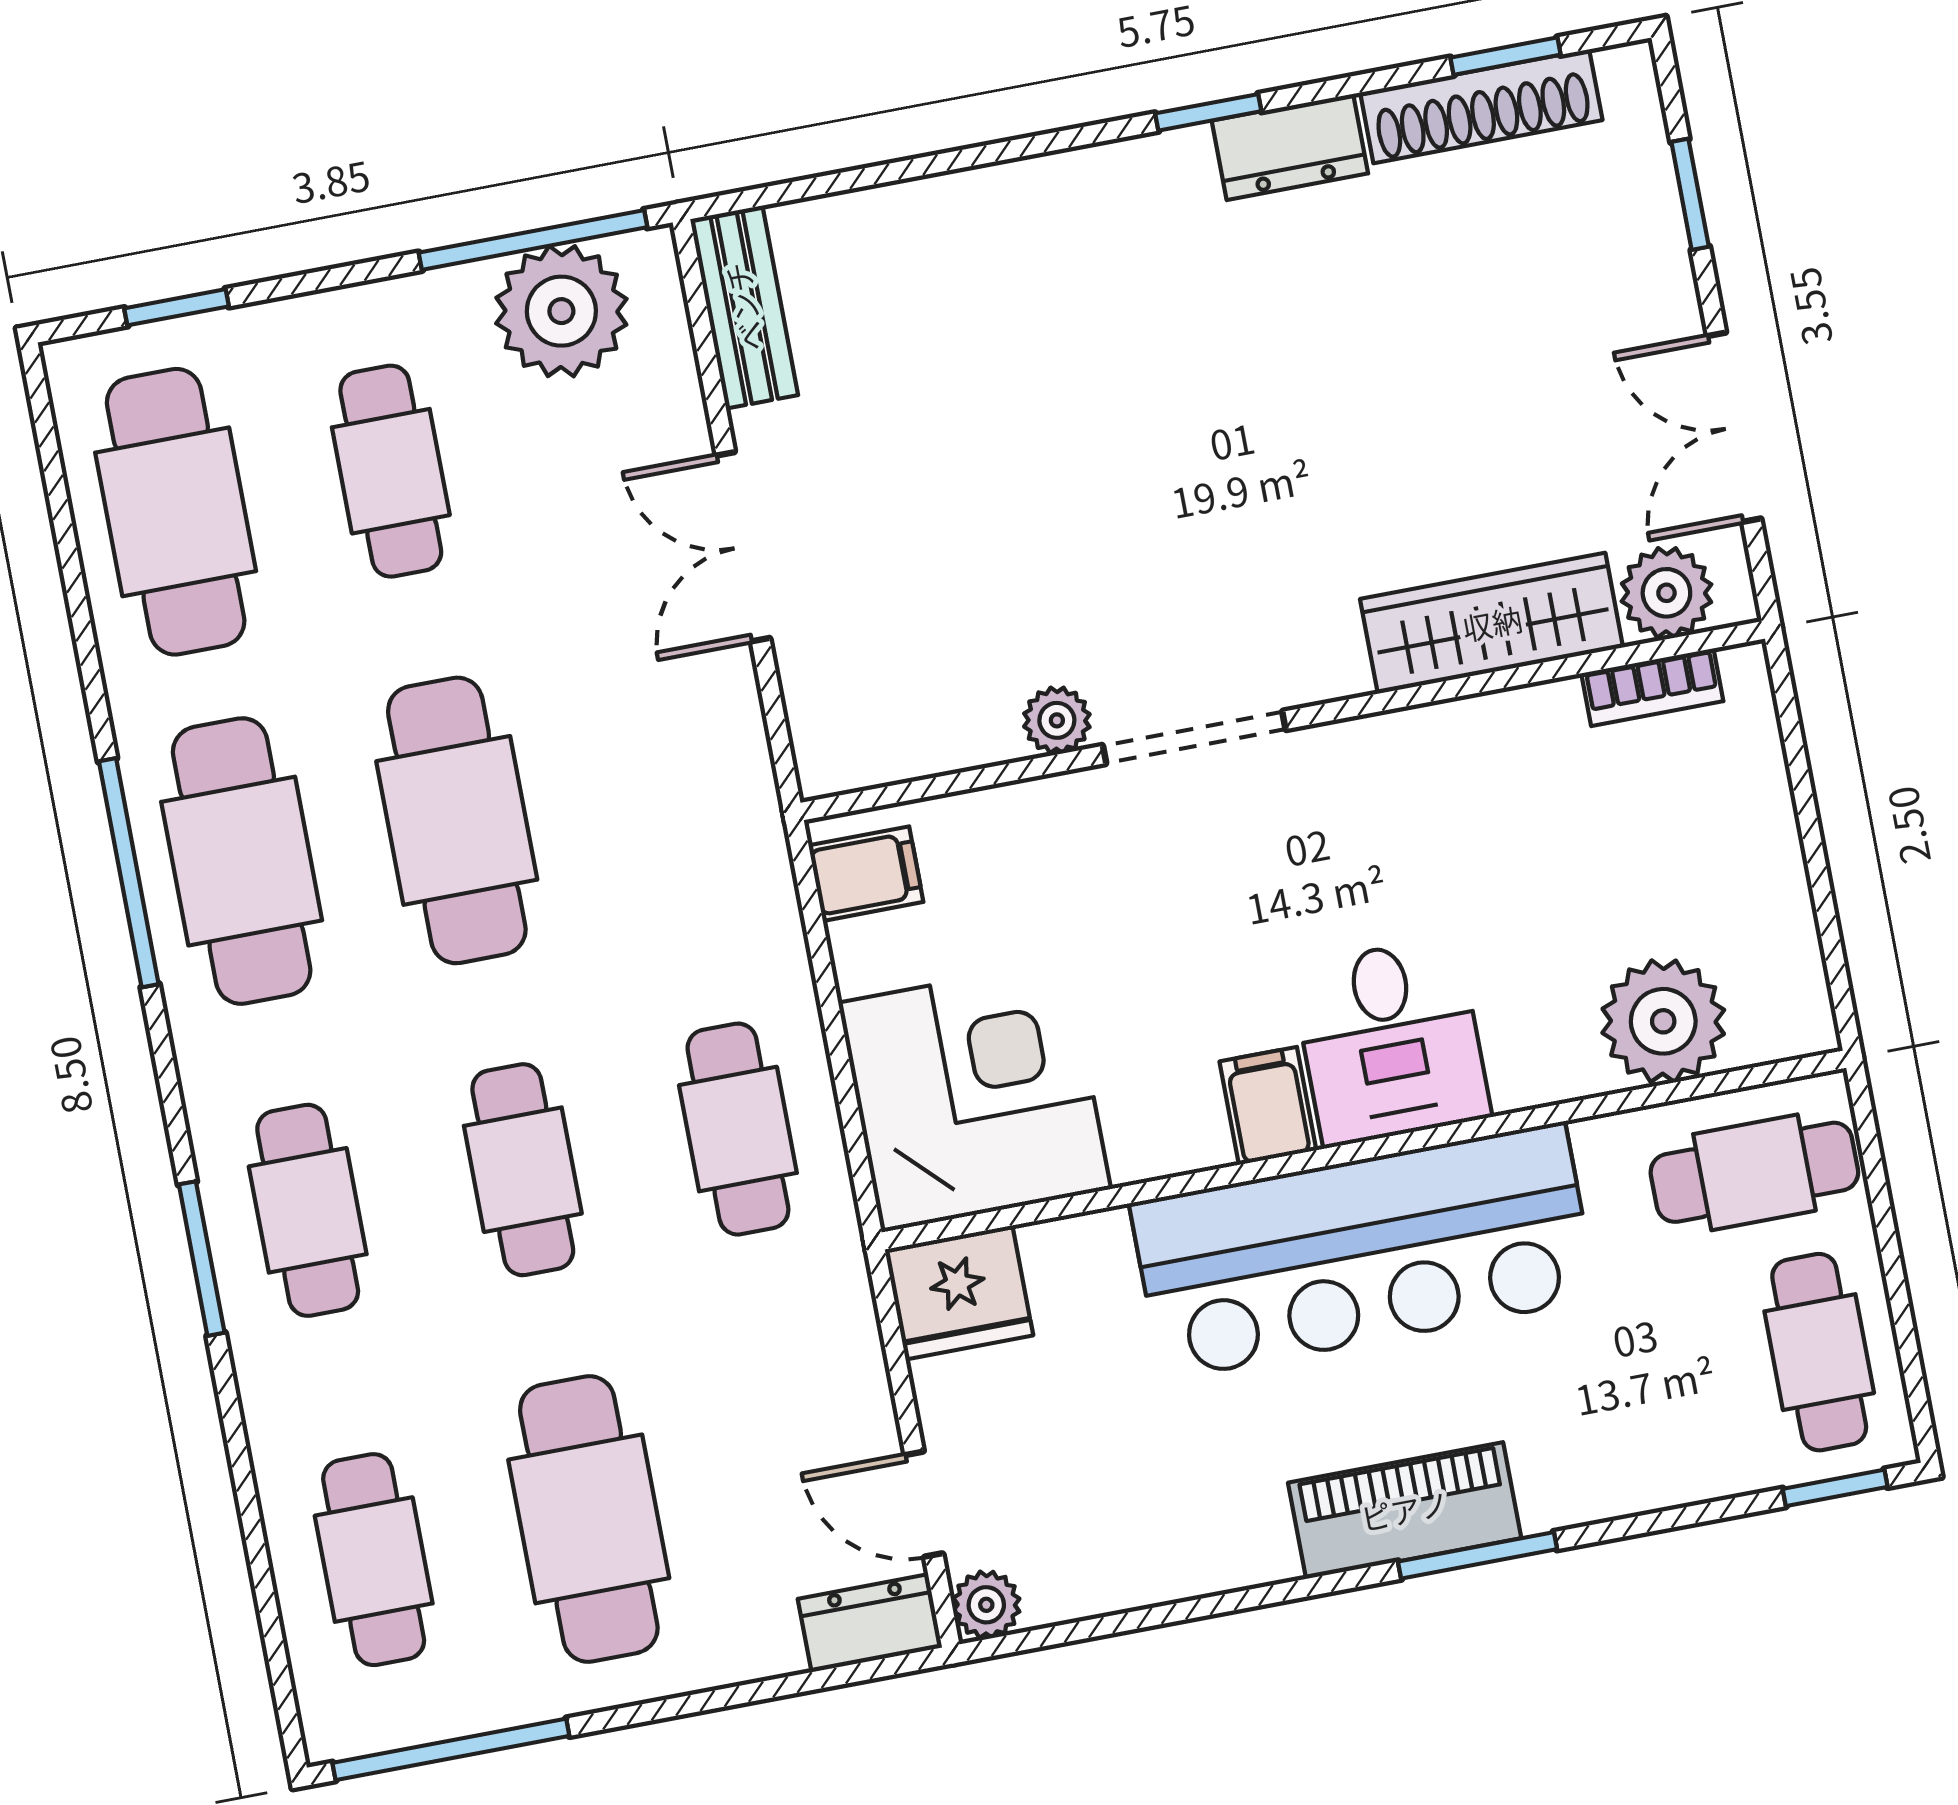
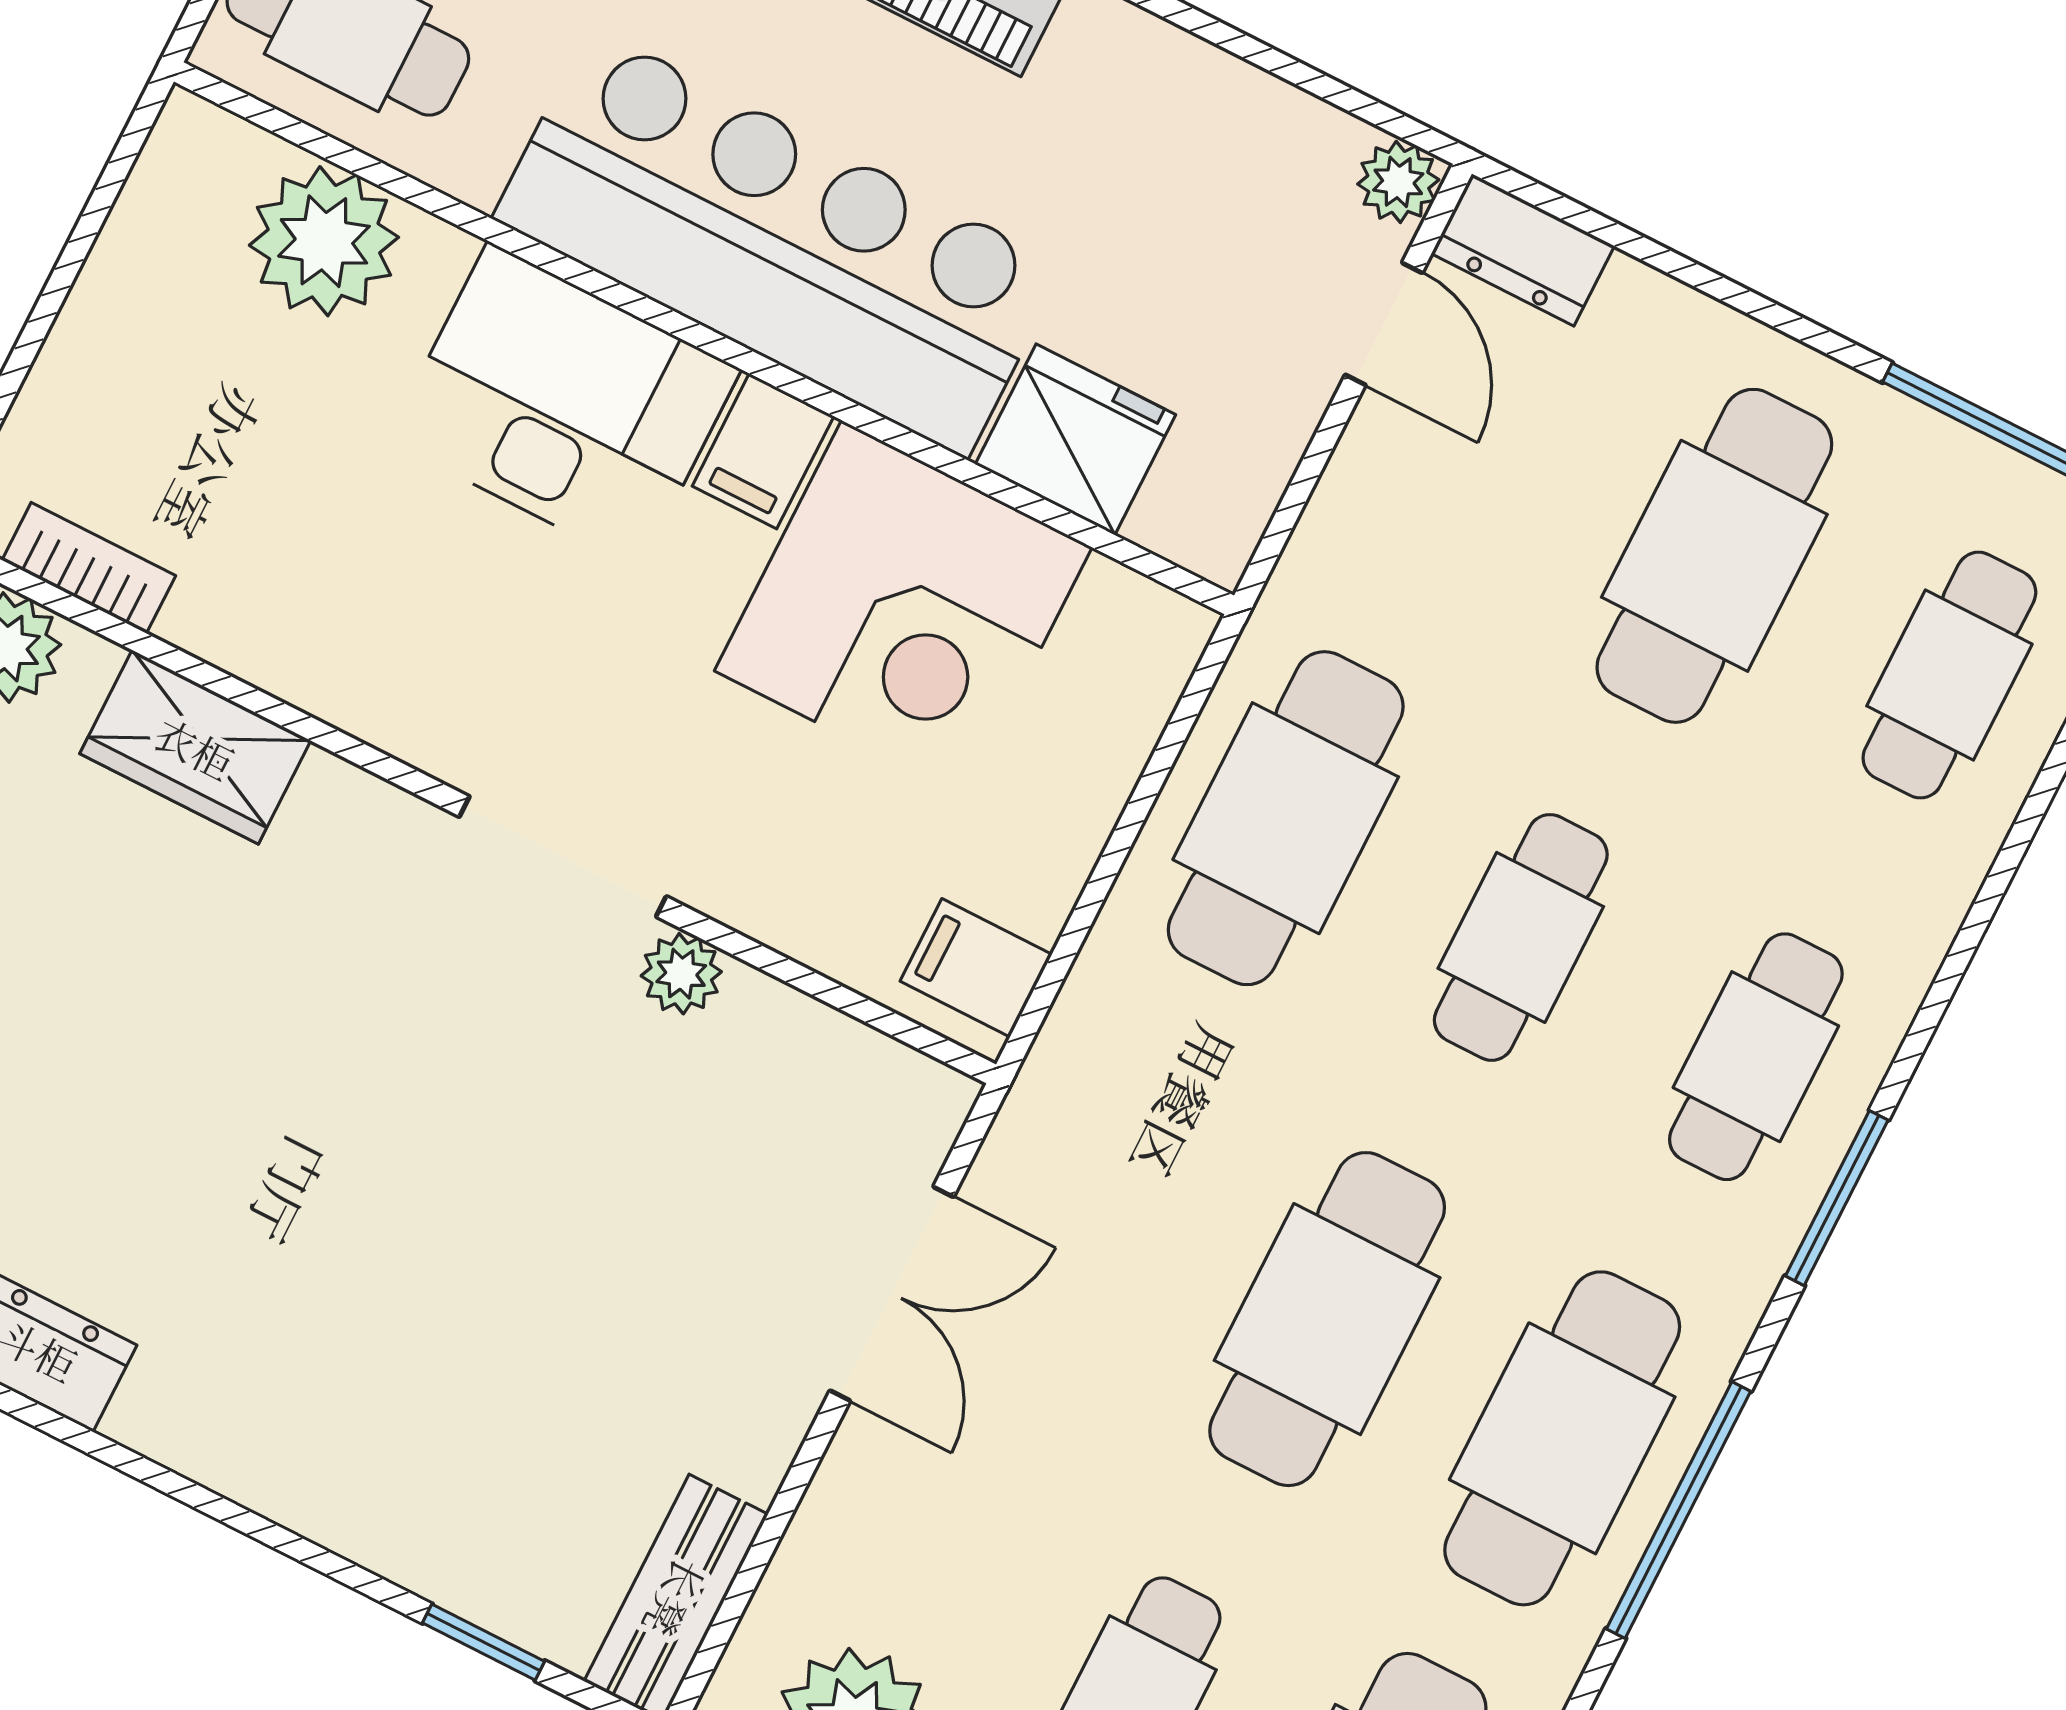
window: (1208, 112) -> (484, 1642), moved
double door: (743, 547) -> (892, 1294), moved
wardrobe: (1492, 623) -> (195, 747), width x0.67
desk: (1391, 1041) -> (564, 405), width x1.37
corner desk: (975, 1096) -> (903, 609), moved, turned -90
cafe table: (738, 1129) -> (1286, 818), width x1.37, depth x1.35
window: (202, 1259) -> (1837, 1198), moved
fridge: (959, 1292) -> (1075, 439), moved

